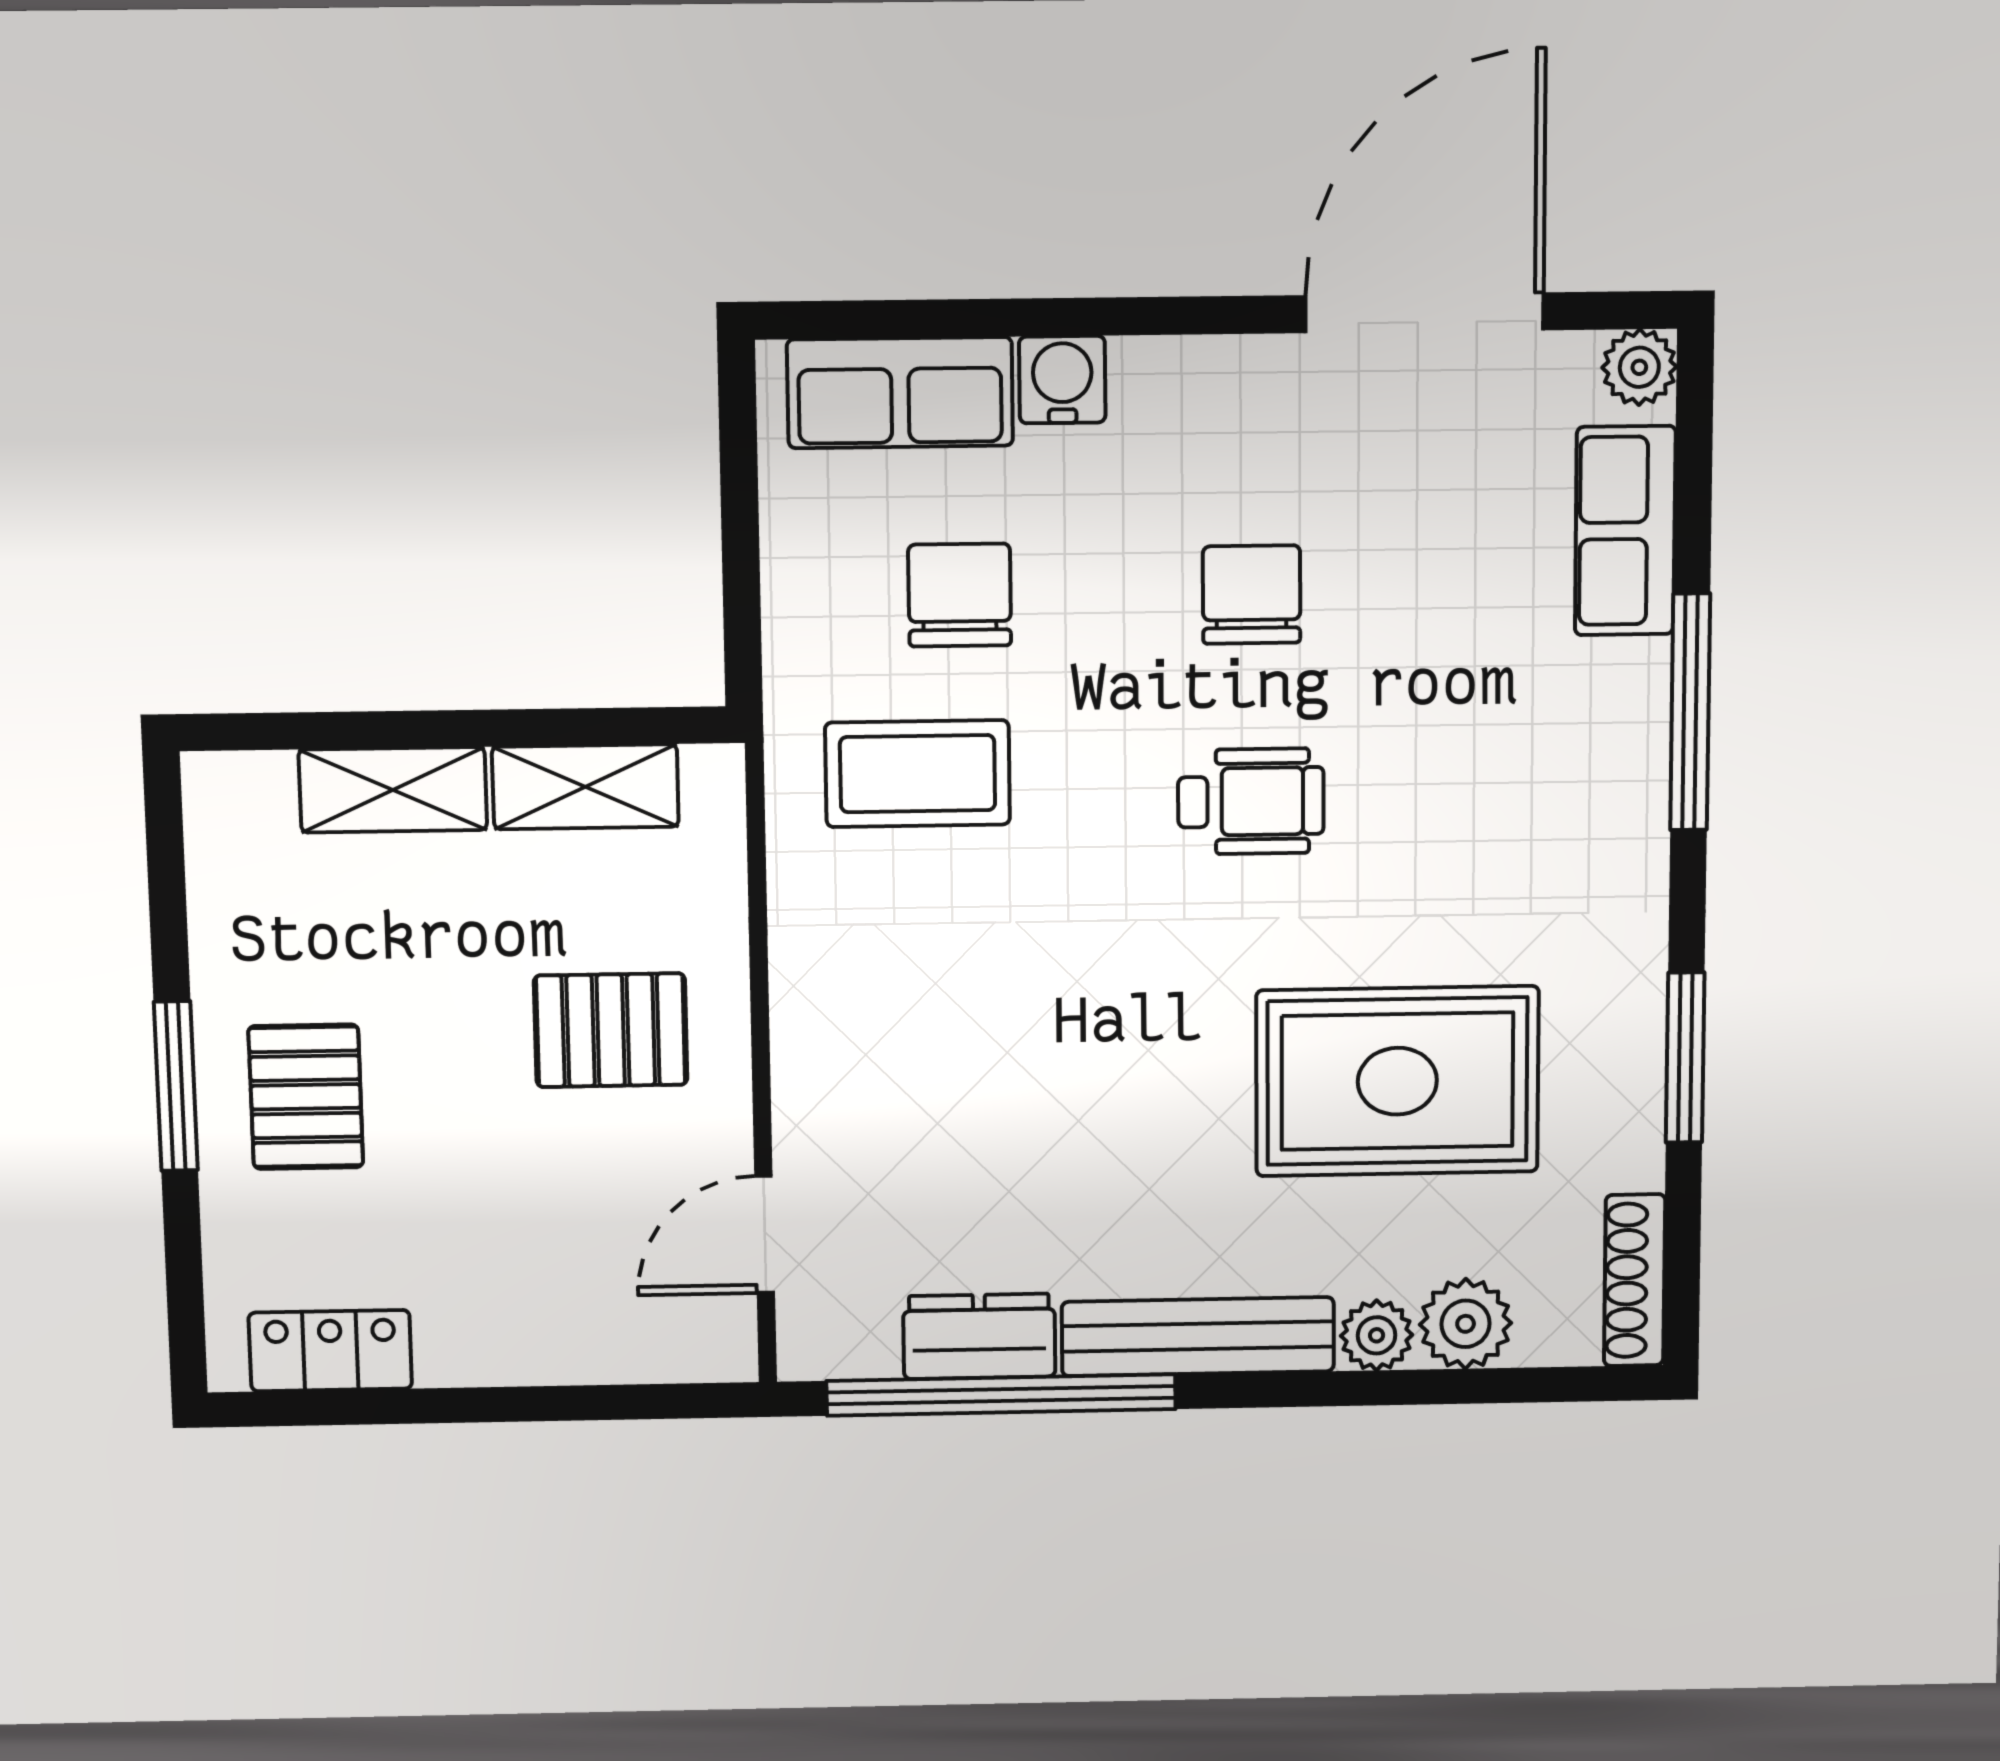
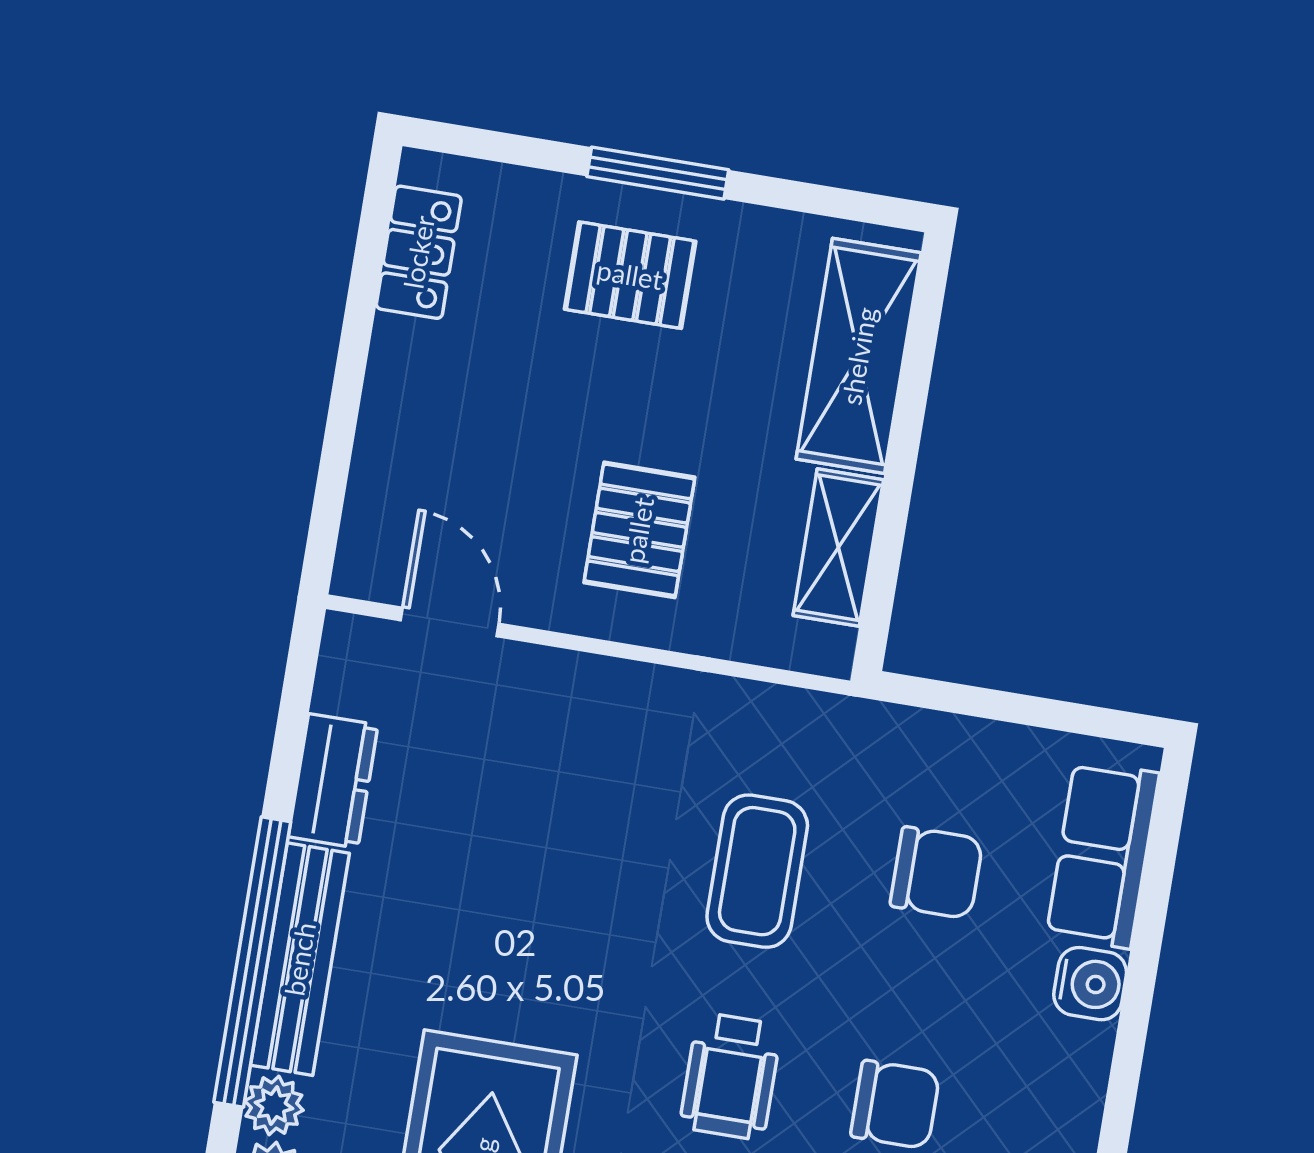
coffee table: (918, 774) -> (757, 871), moved
shelving: (393, 790) -> (859, 356), width x1.50, depth x1.33
window: (1001, 1395) -> (252, 962), moved

